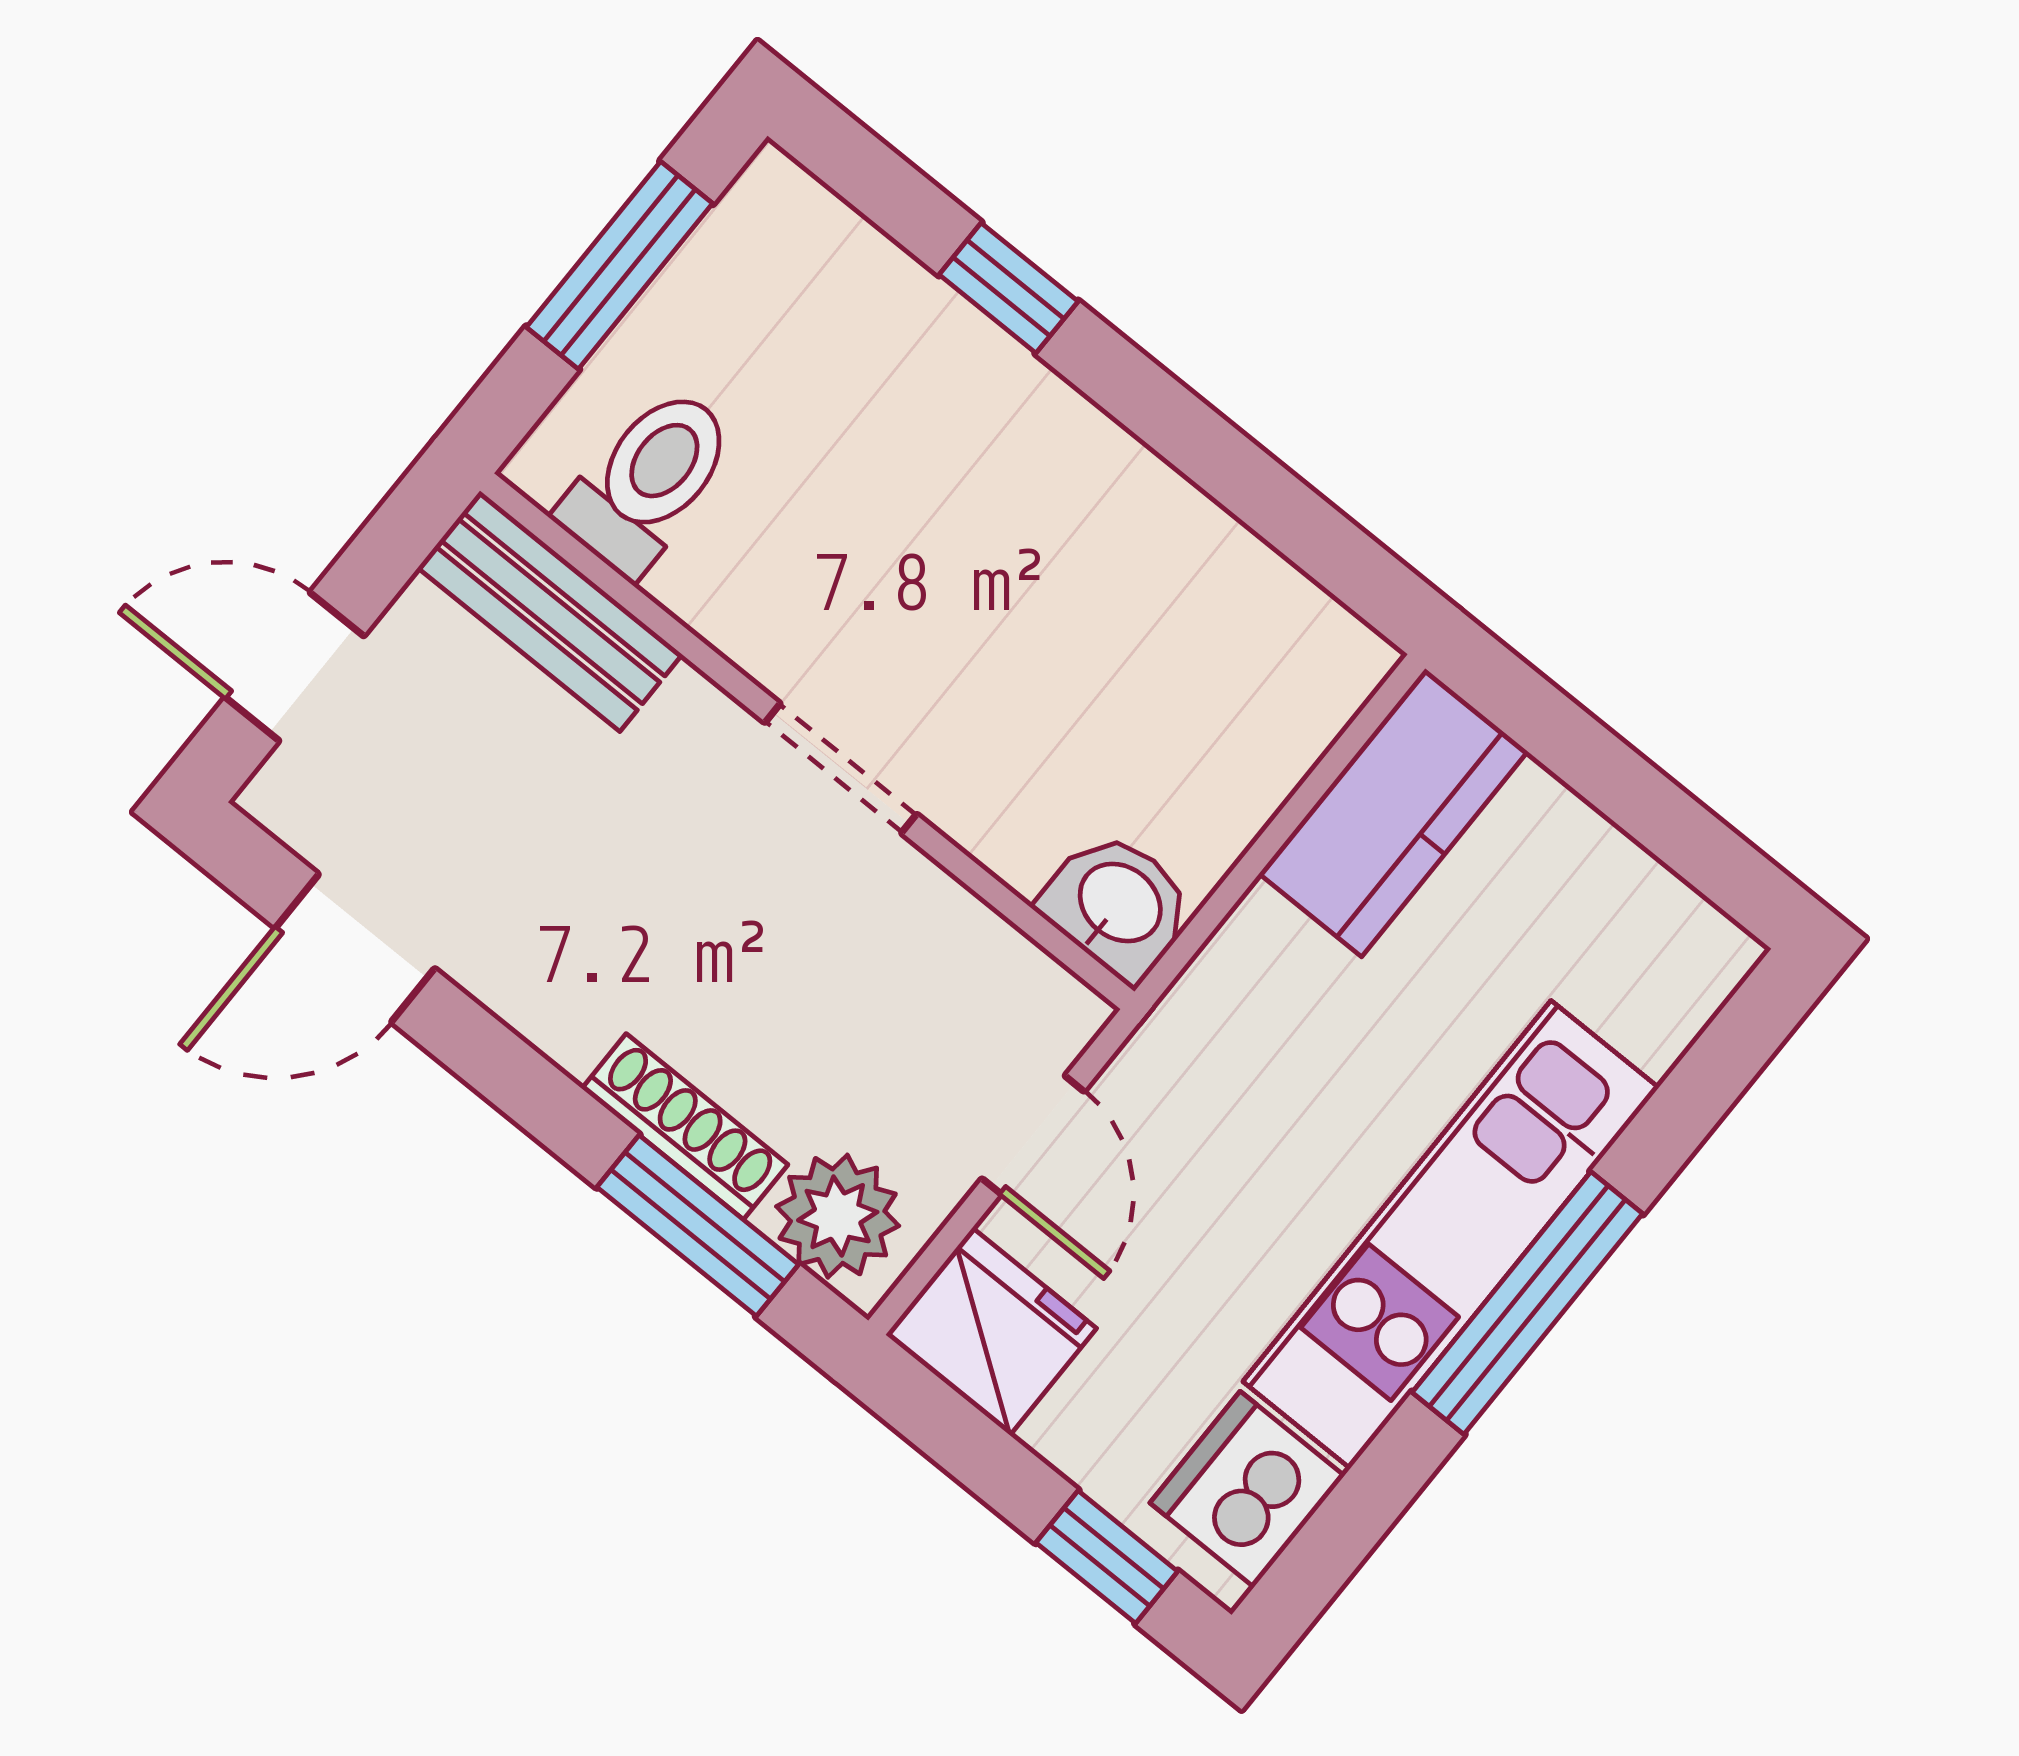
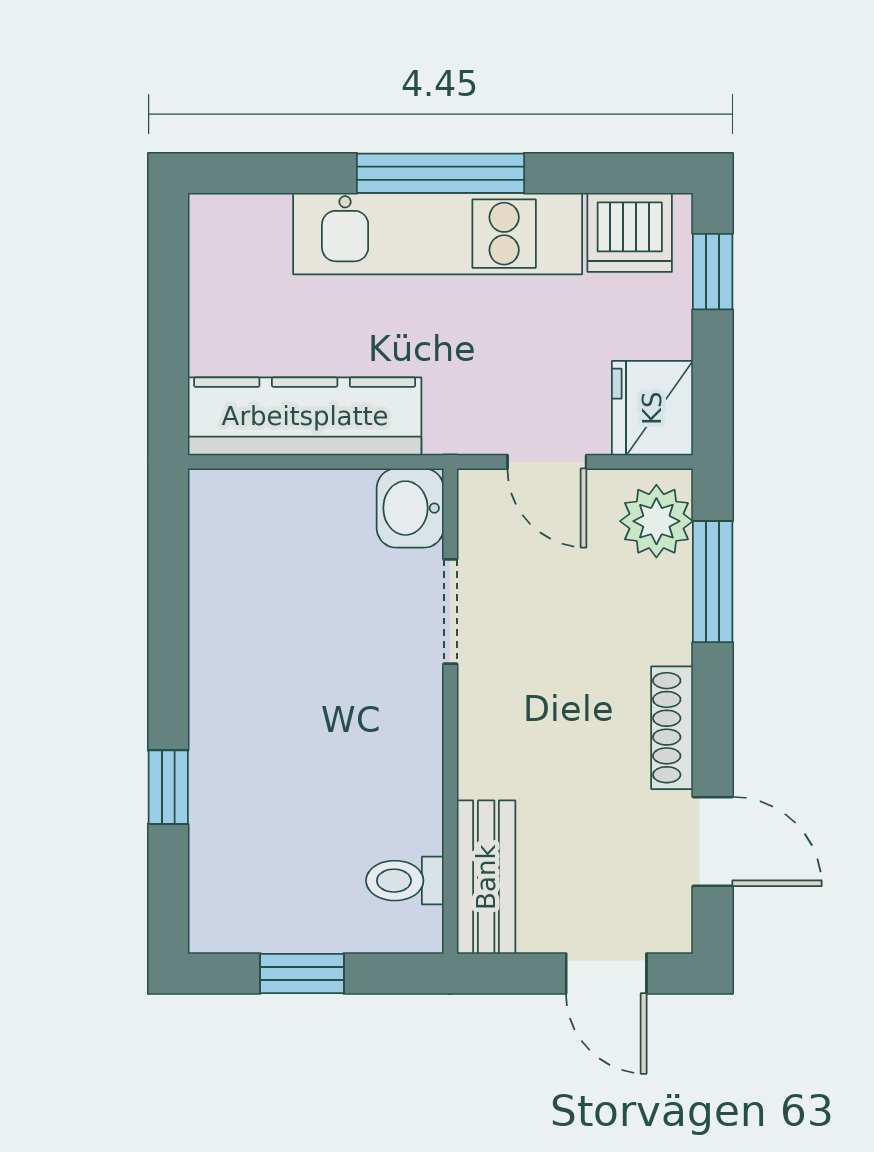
window: (620, 265) -> (302, 974), width x0.67
toilet: (648, 480) -> (405, 881), width x0.73, depth x0.72
doorway: (841, 768) -> (450, 612), moved
kitchen counter: (1393, 813) -> (305, 416), width x1.50
shoe rack: (685, 1127) -> (672, 728), moved
door: (1033, 1135) -> (547, 462), swing flipped

